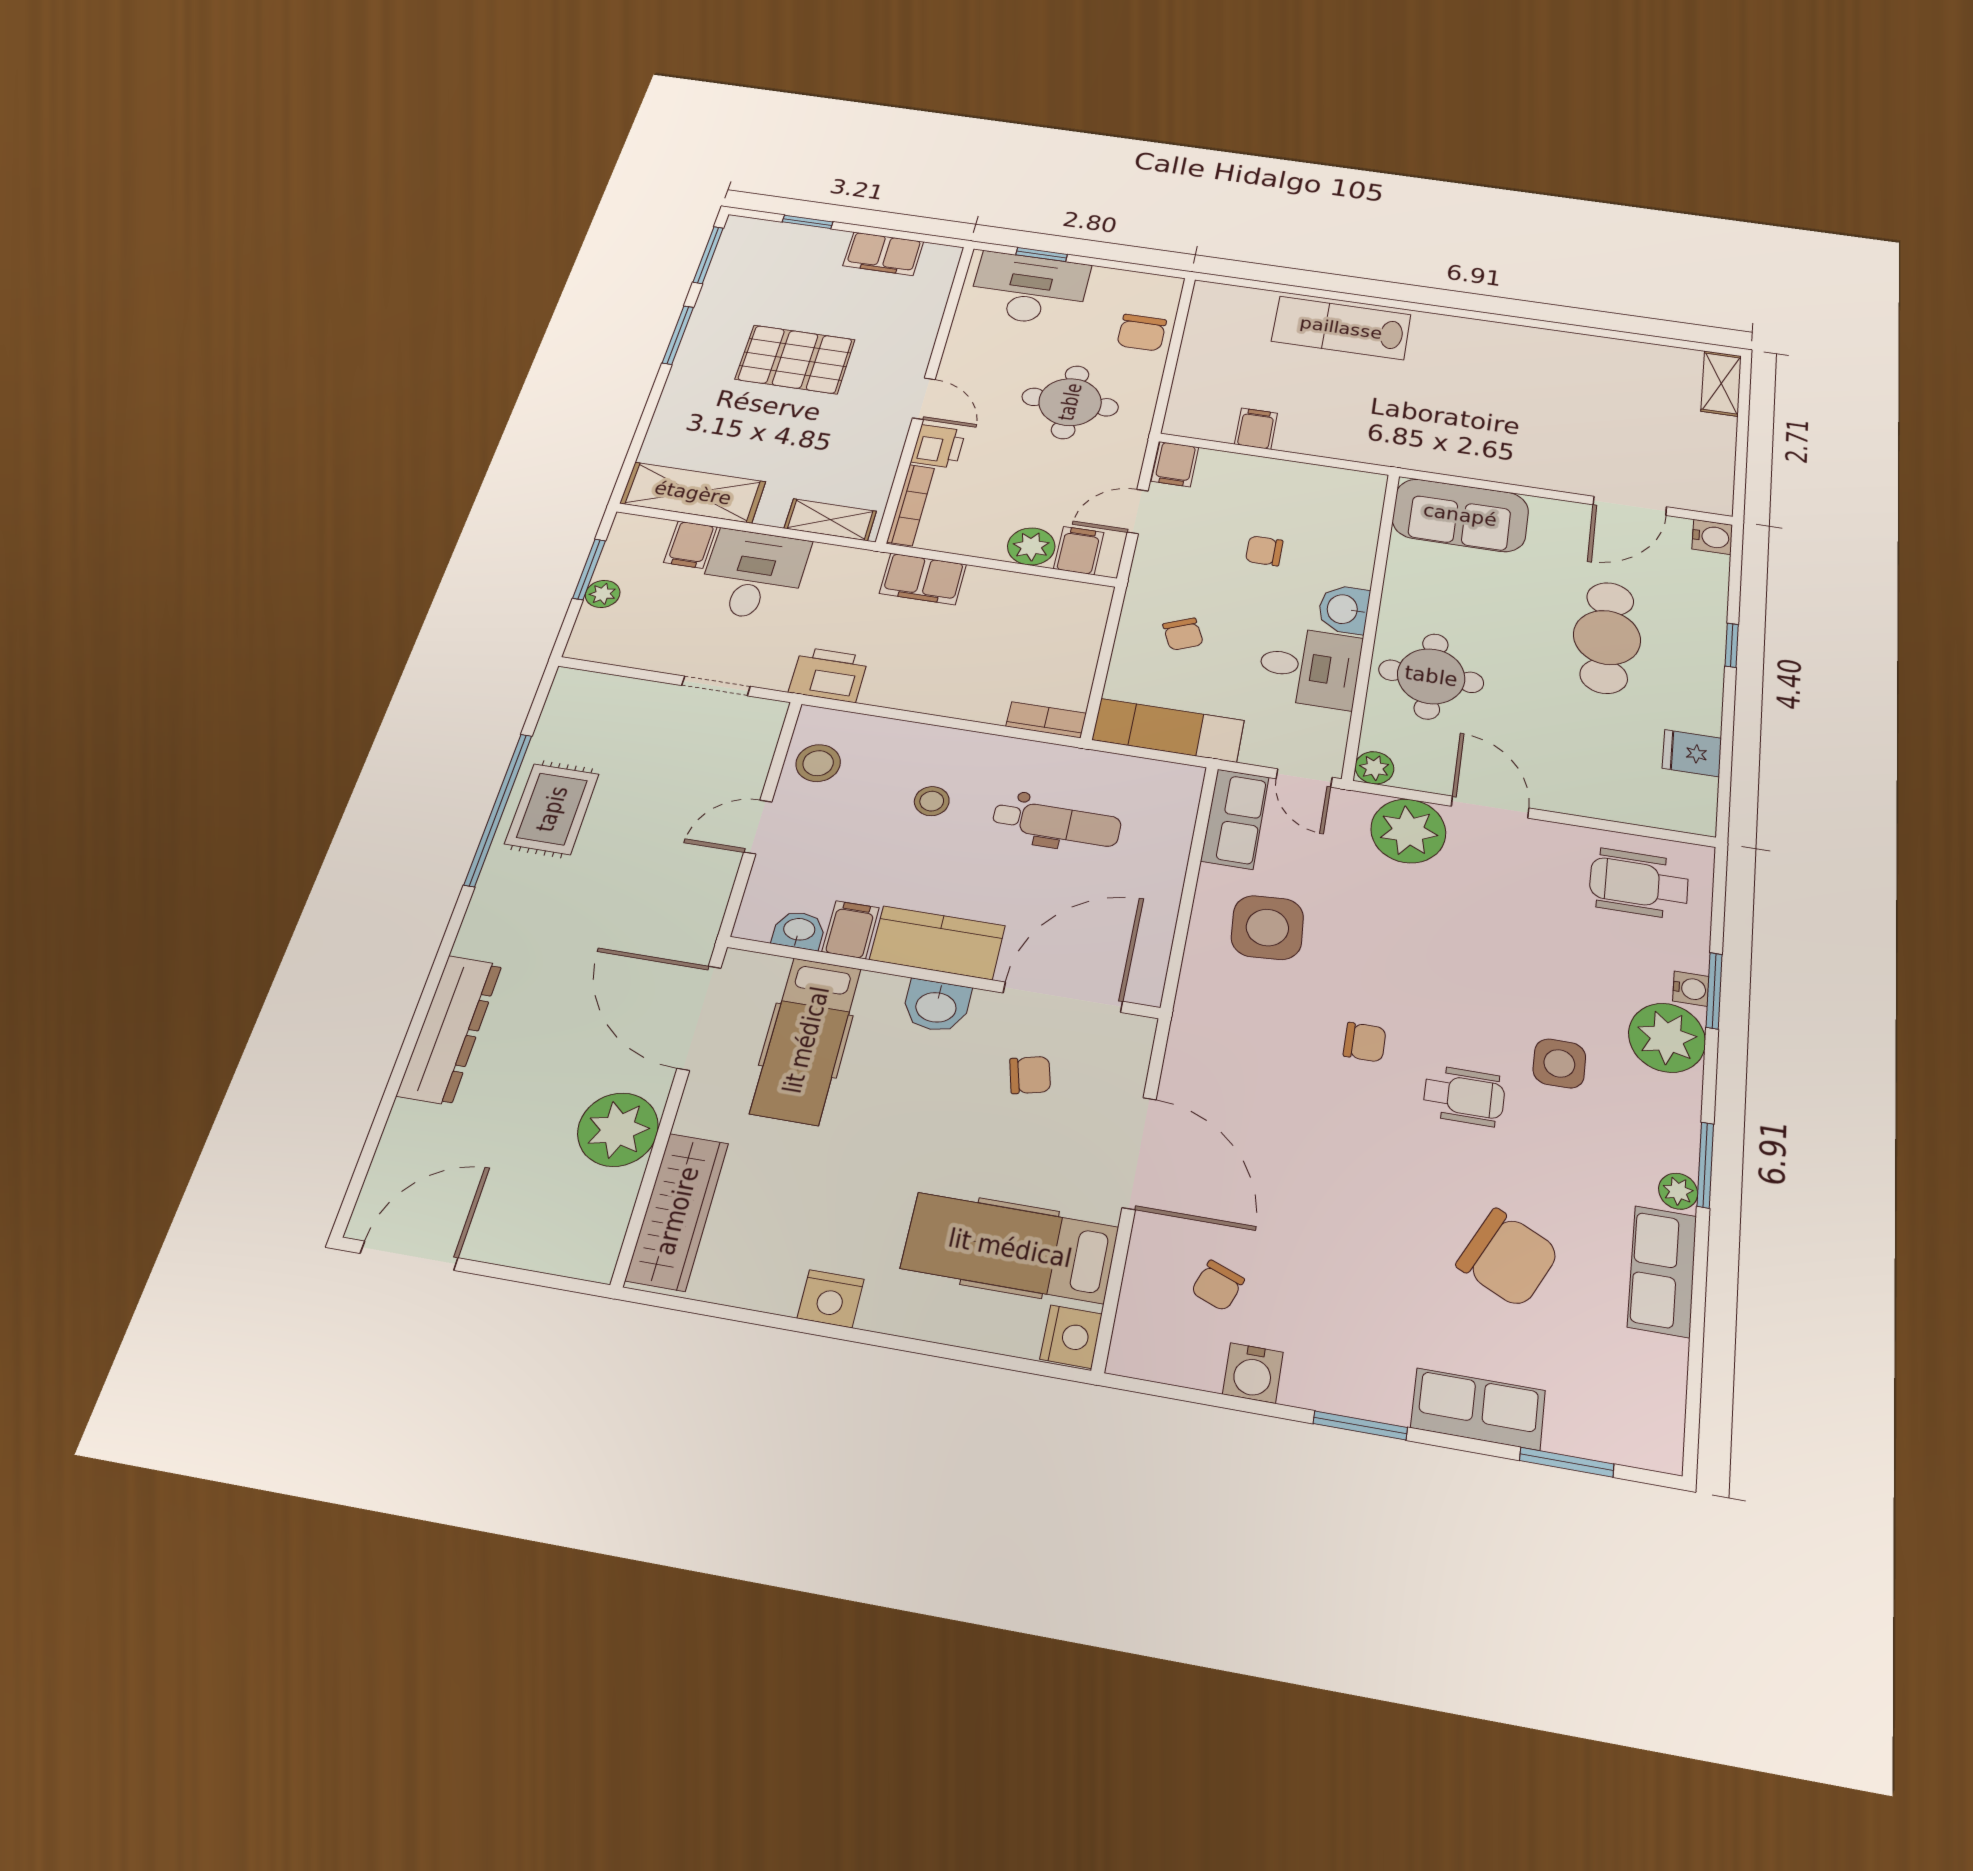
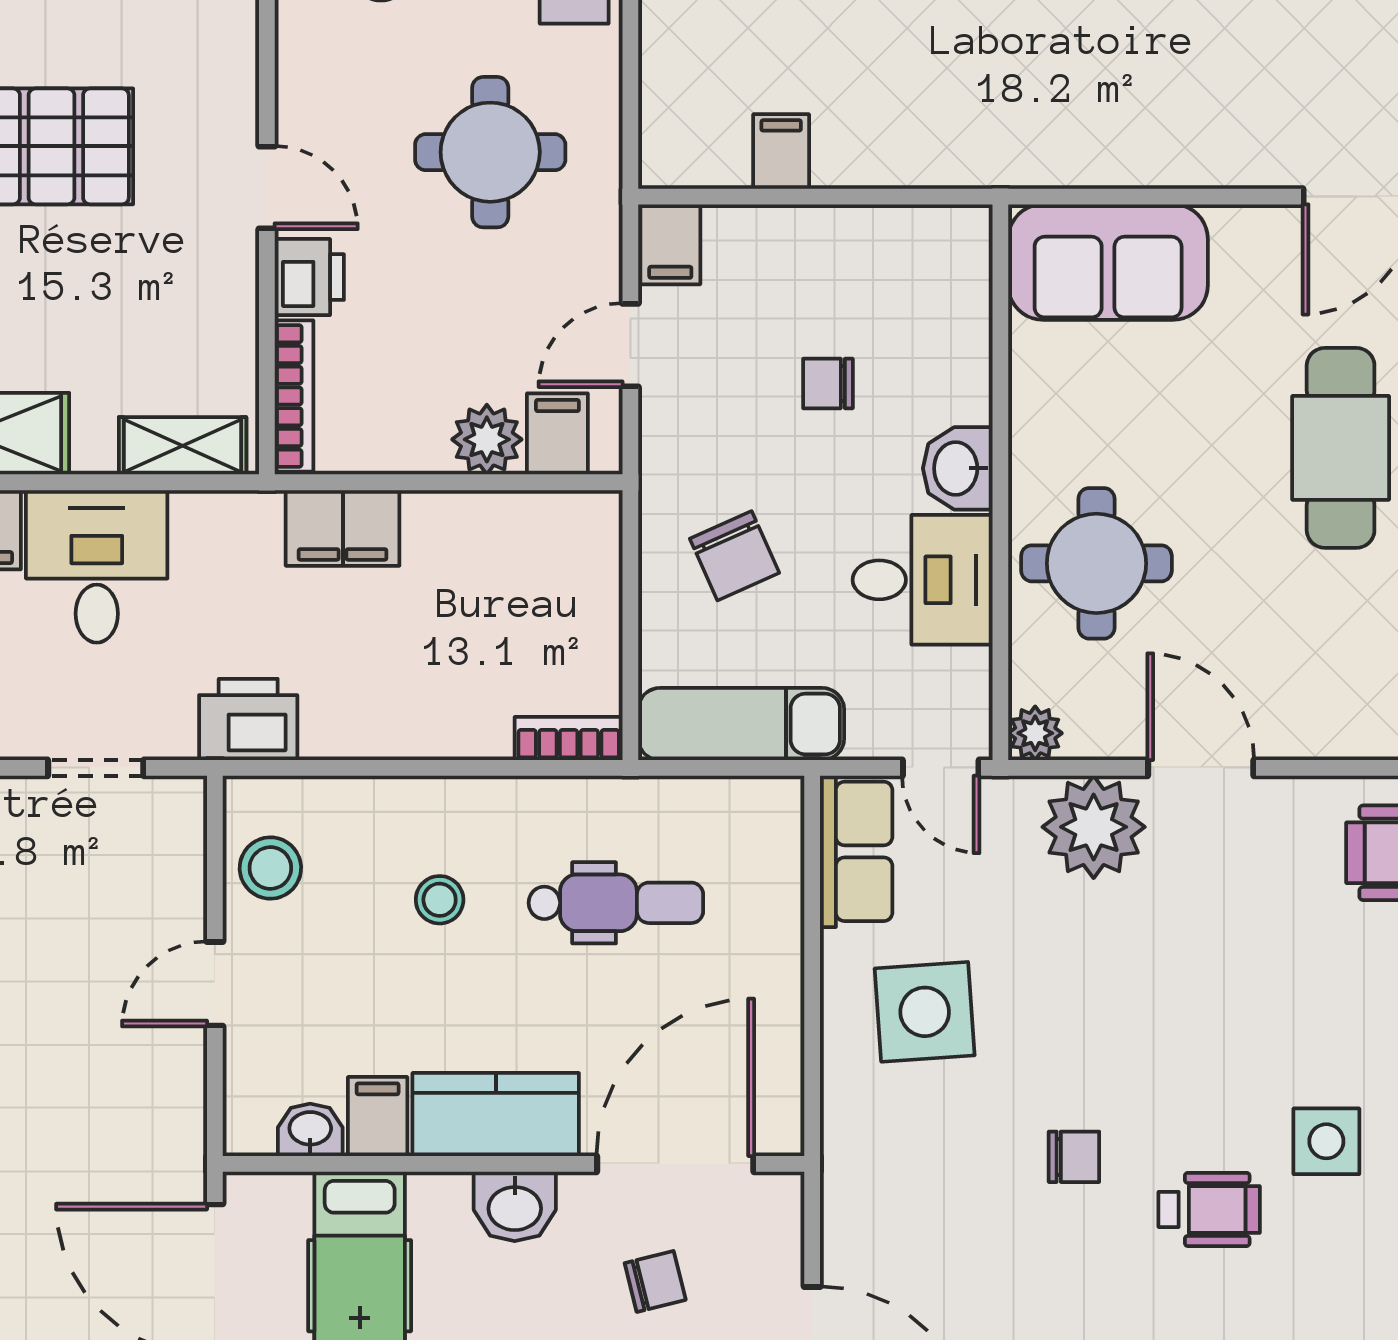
chair: (1183, 634) -> (734, 556), width x1.37, depth x1.37

